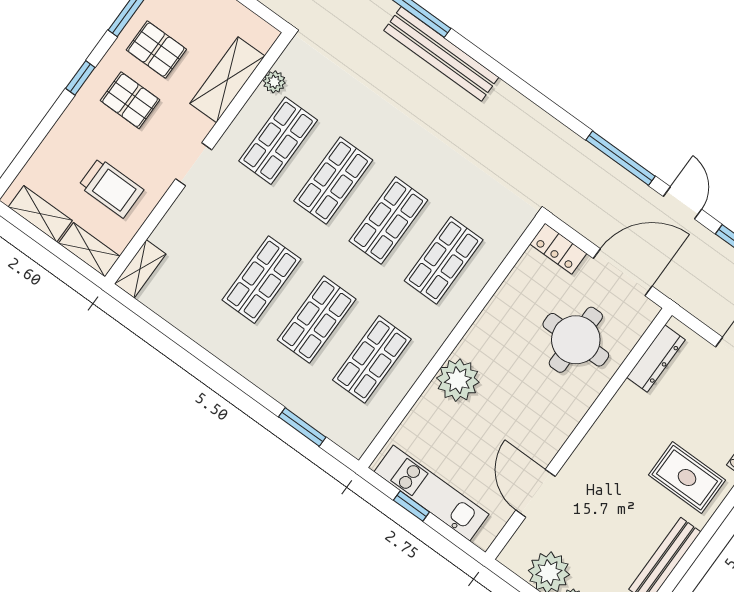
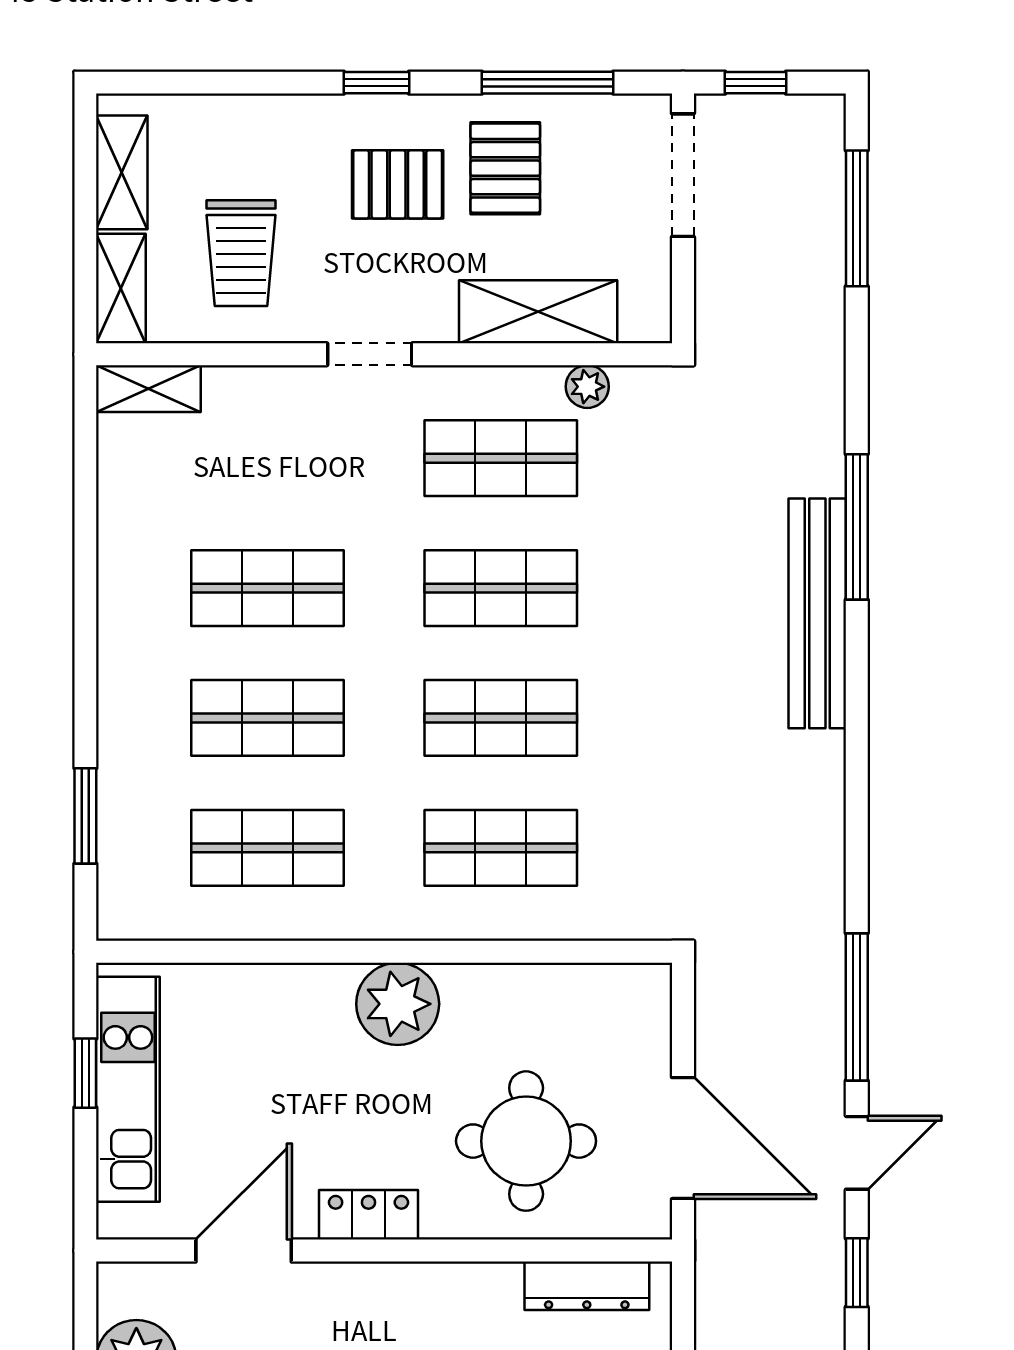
pallet: (130, 100) -> (398, 184), turned 90
locker: (558, 249) -> (368, 1215), moved, turned 90
plant: (458, 380) -> (398, 1004), moved

